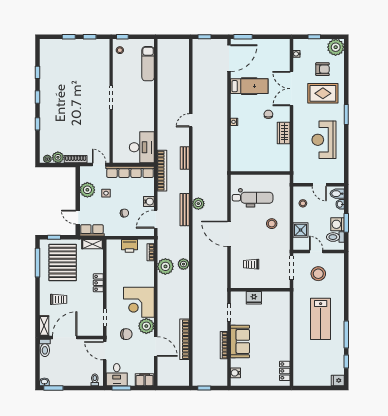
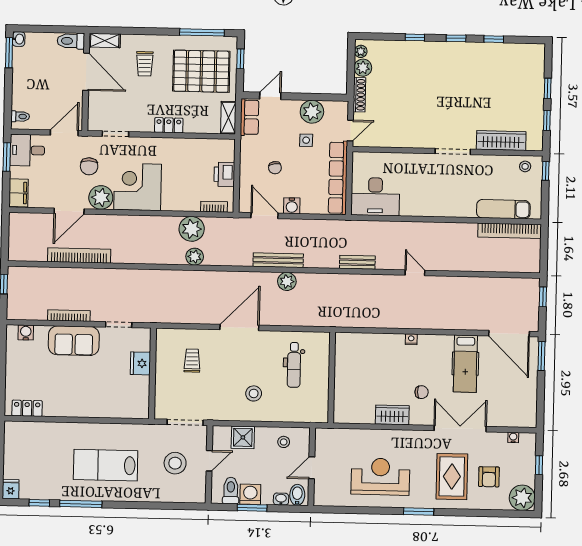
wardrobe: (103, 66) -> (501, 141), added
bookcase: (162, 171) -> (509, 231), moved
dental chair: (253, 198) -> (294, 365), width x0.73, depth x0.72

